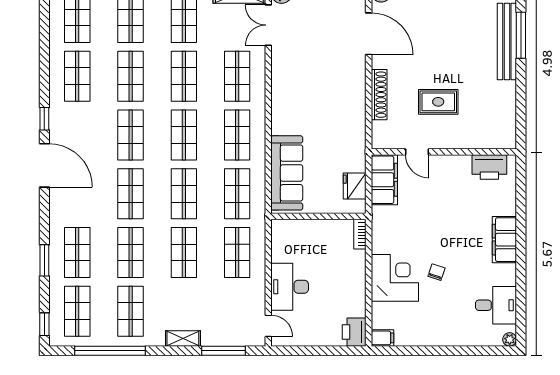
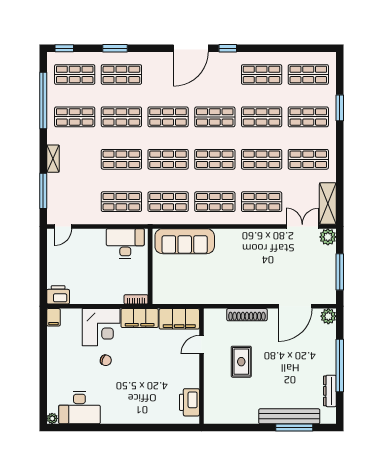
fridge: (355, 186) -> (174, 295), removed
filing cabinet: (504, 240) -> (140, 318), moved, turned 180
desk: (290, 287) -> (125, 243), moved
desk: (496, 305) -> (79, 408), width x1.37

